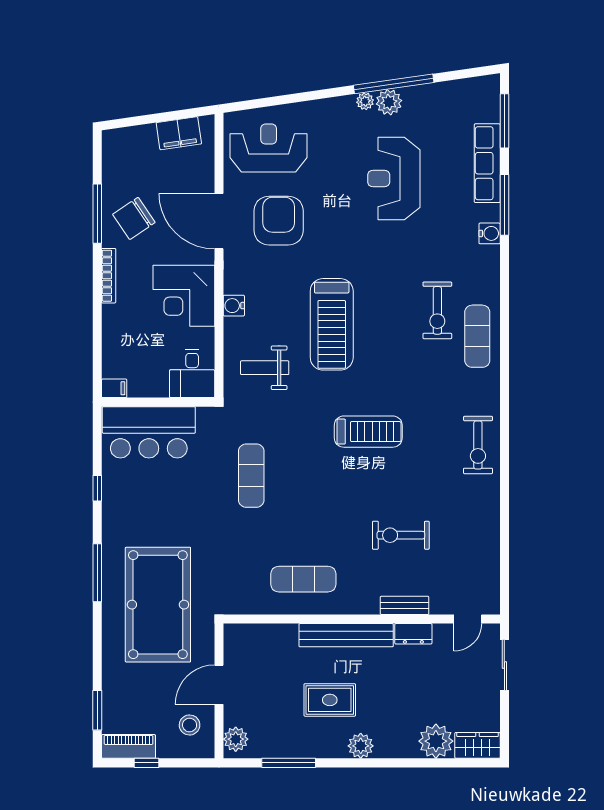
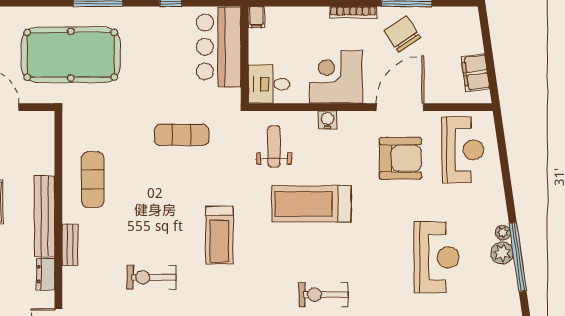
reception desk: (394, 179) -> (437, 257), turned 90
exercise bike: (401, 535) -> (151, 277), moved, turned -90
bench: (405, 605) -> (70, 245), moved

